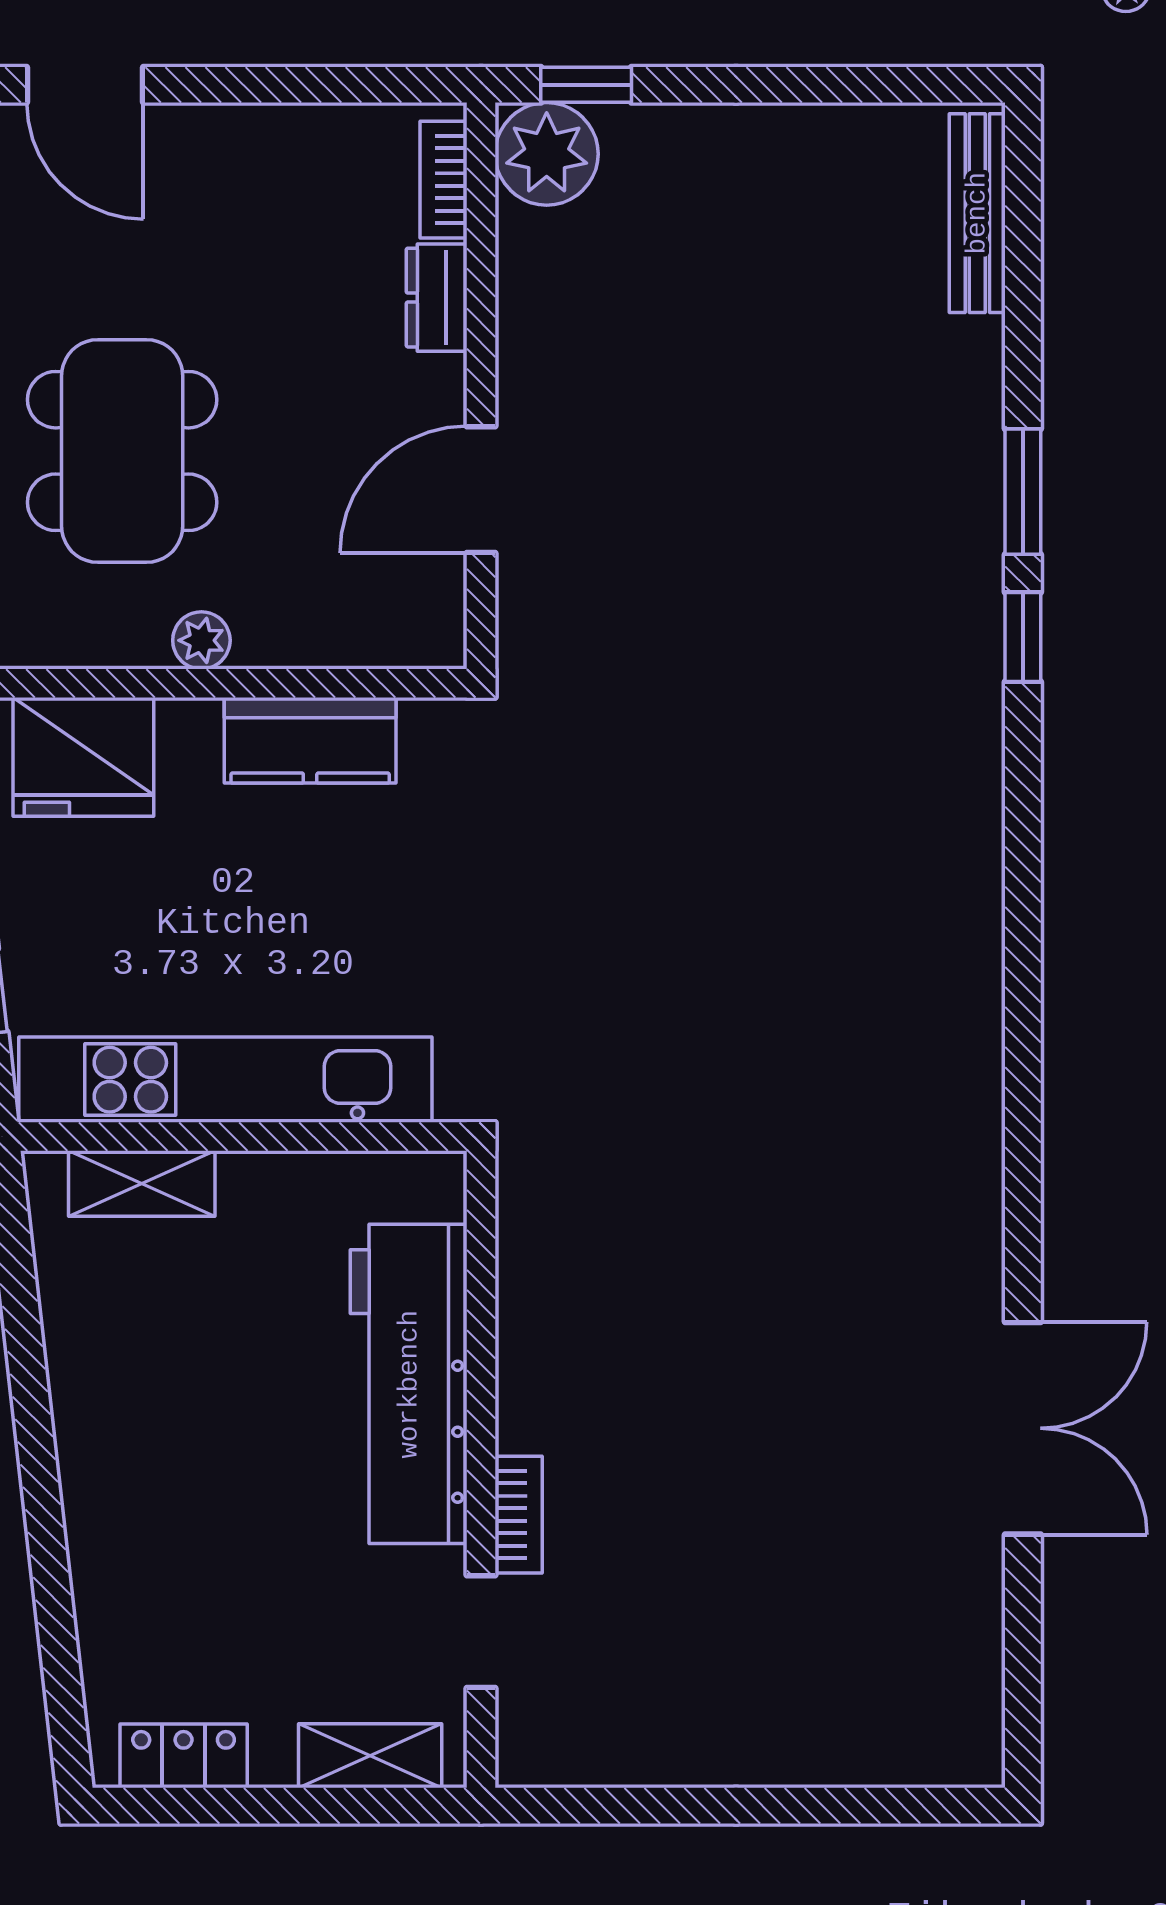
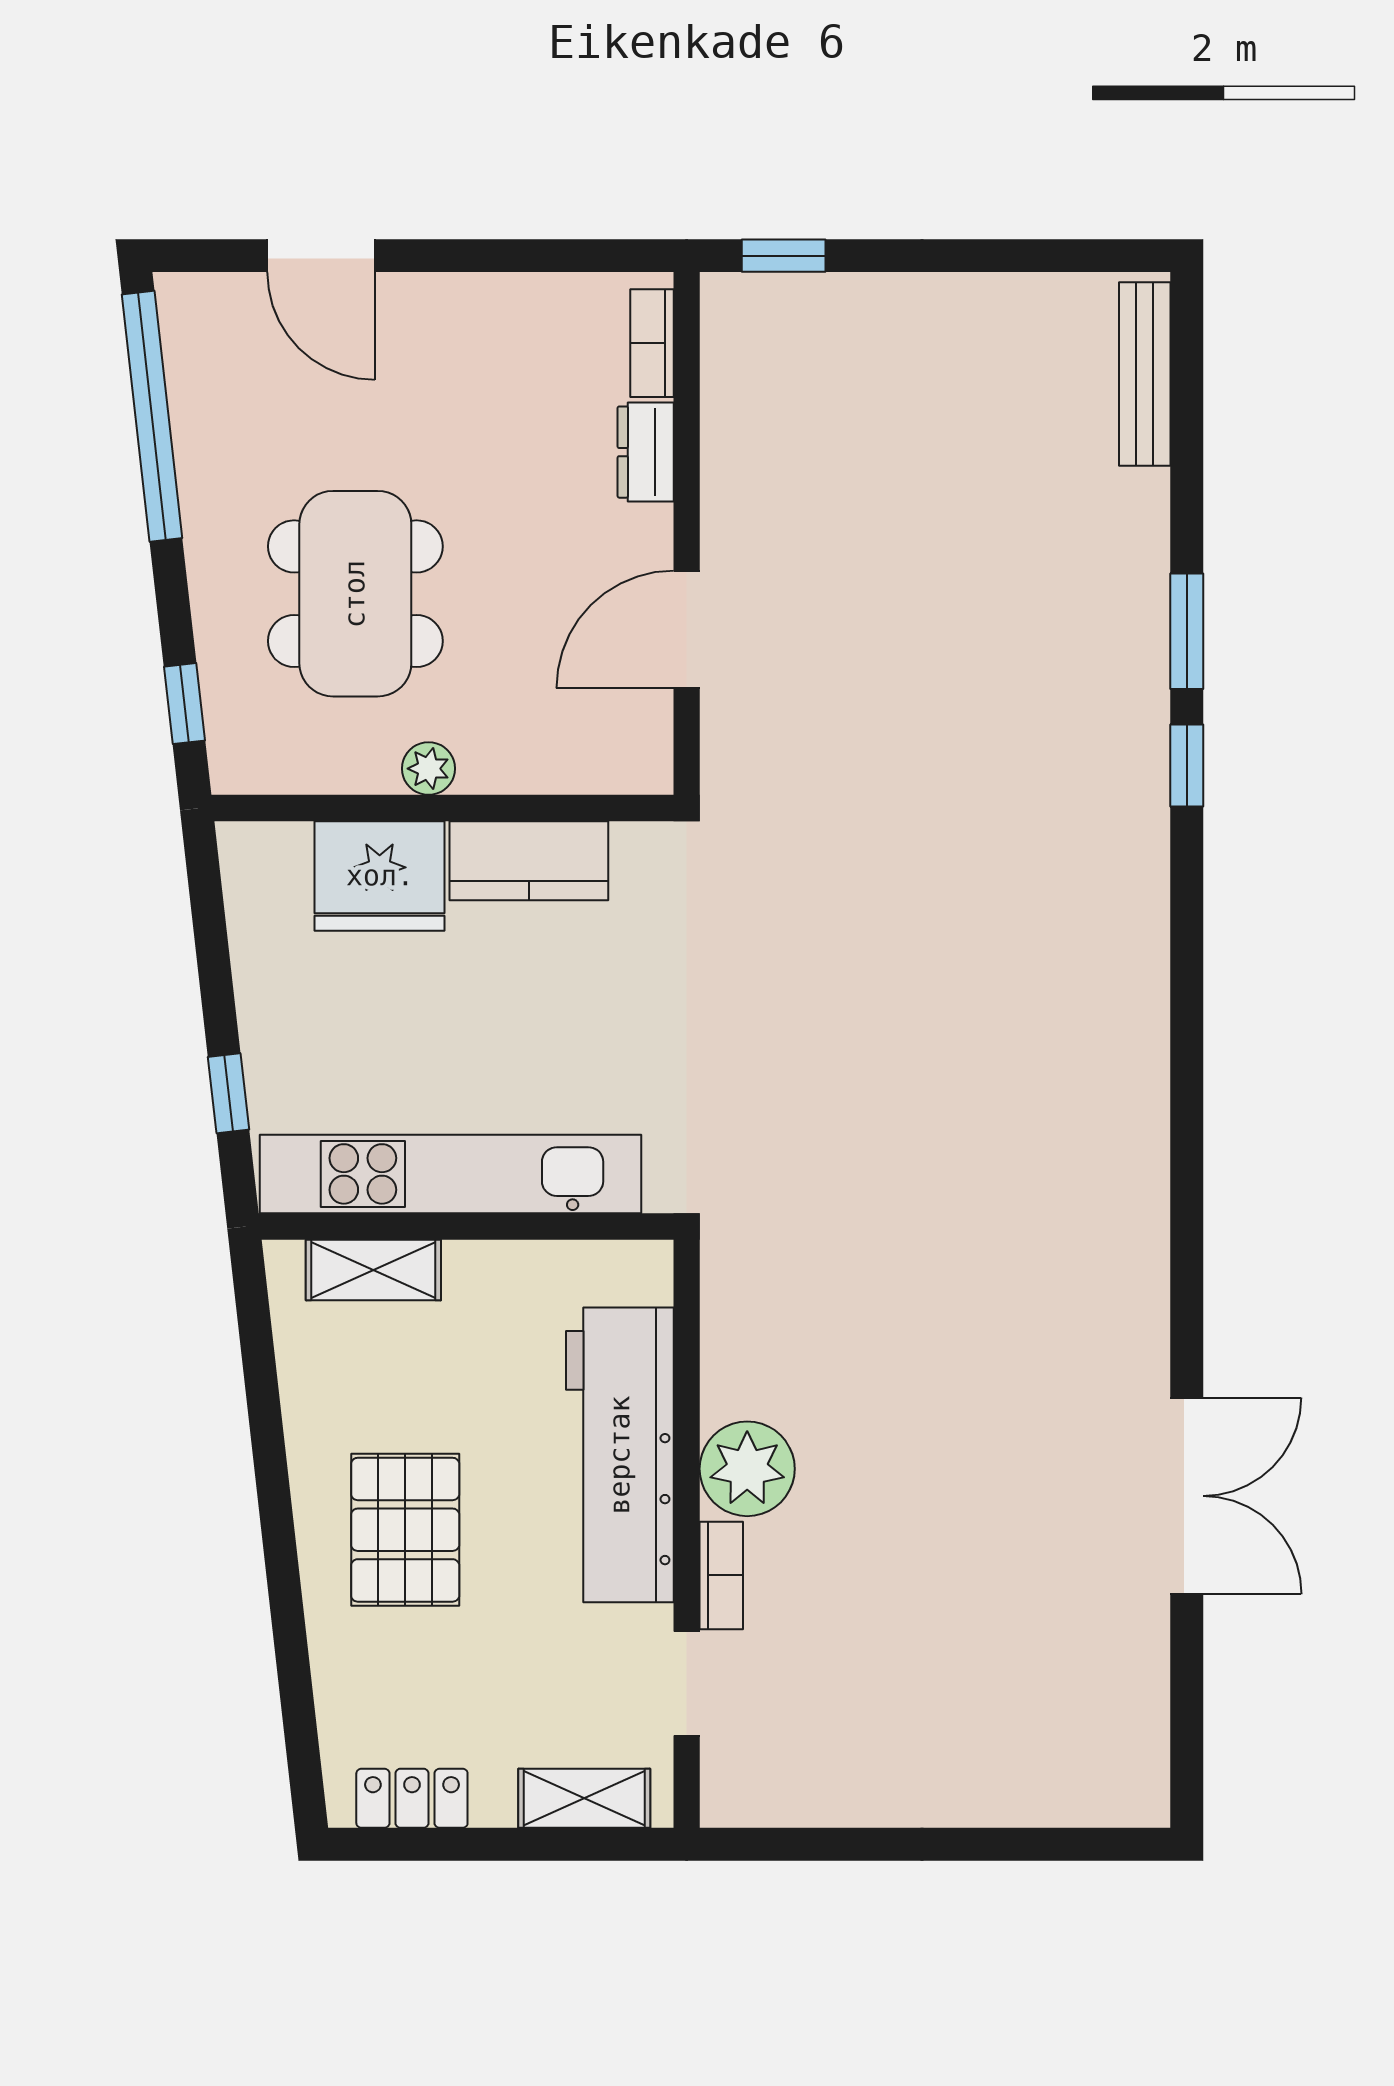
plant: (547, 154) -> (747, 1469), moved
fridge: (83, 757) -> (380, 876), moved
pallet: (176, 1465) -> (405, 1530), added

